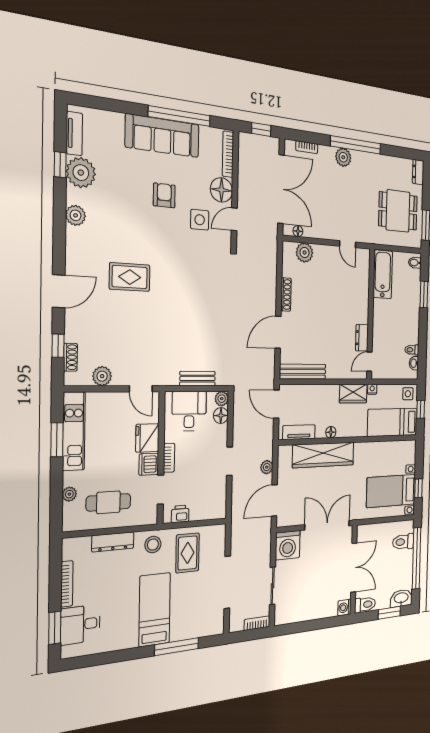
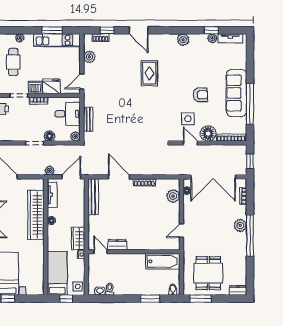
plant: (81, 173) -> (212, 38), width x0.53, depth x0.53
floor lamp: (221, 416) -> (49, 136), moved
plant: (267, 467) -> (50, 171), moved

